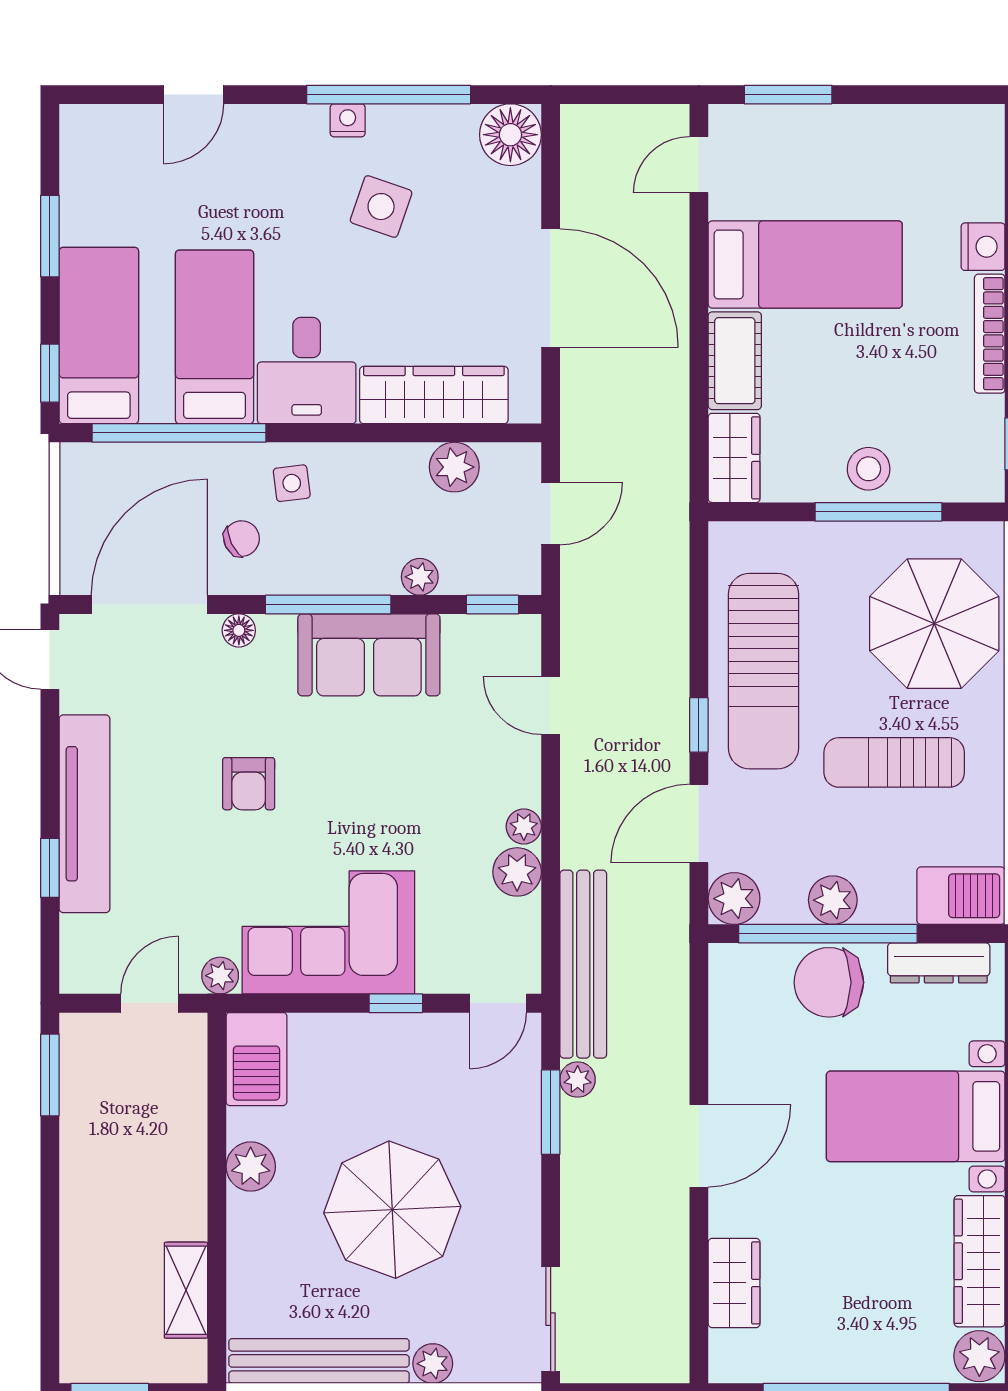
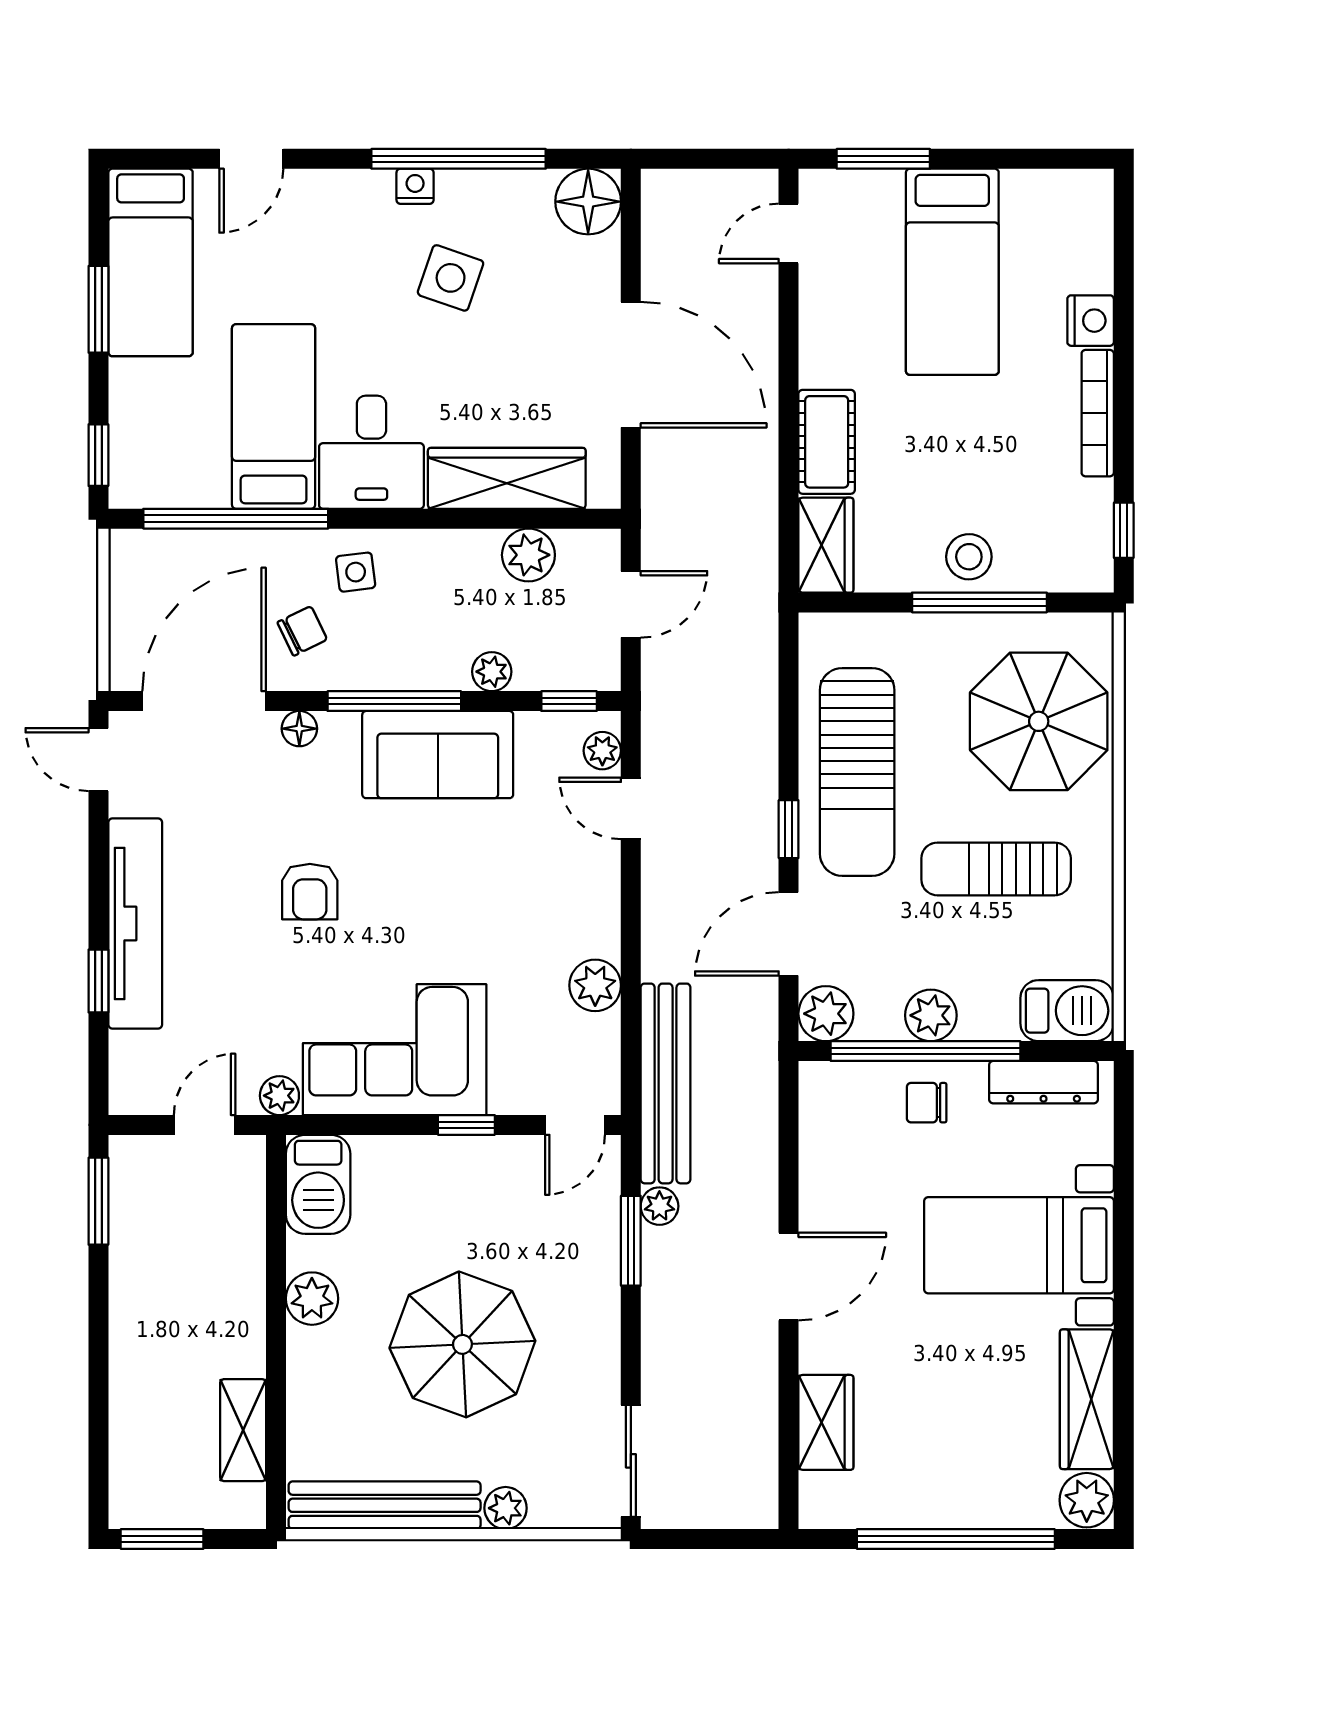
bed: (805, 264) -> (952, 272), moved, turned 90
bed: (99, 336) -> (151, 262), moved, turned 180
plant: (524, 826) -> (602, 751), moved
chair: (829, 982) -> (927, 1103), width x0.54, depth x0.54

